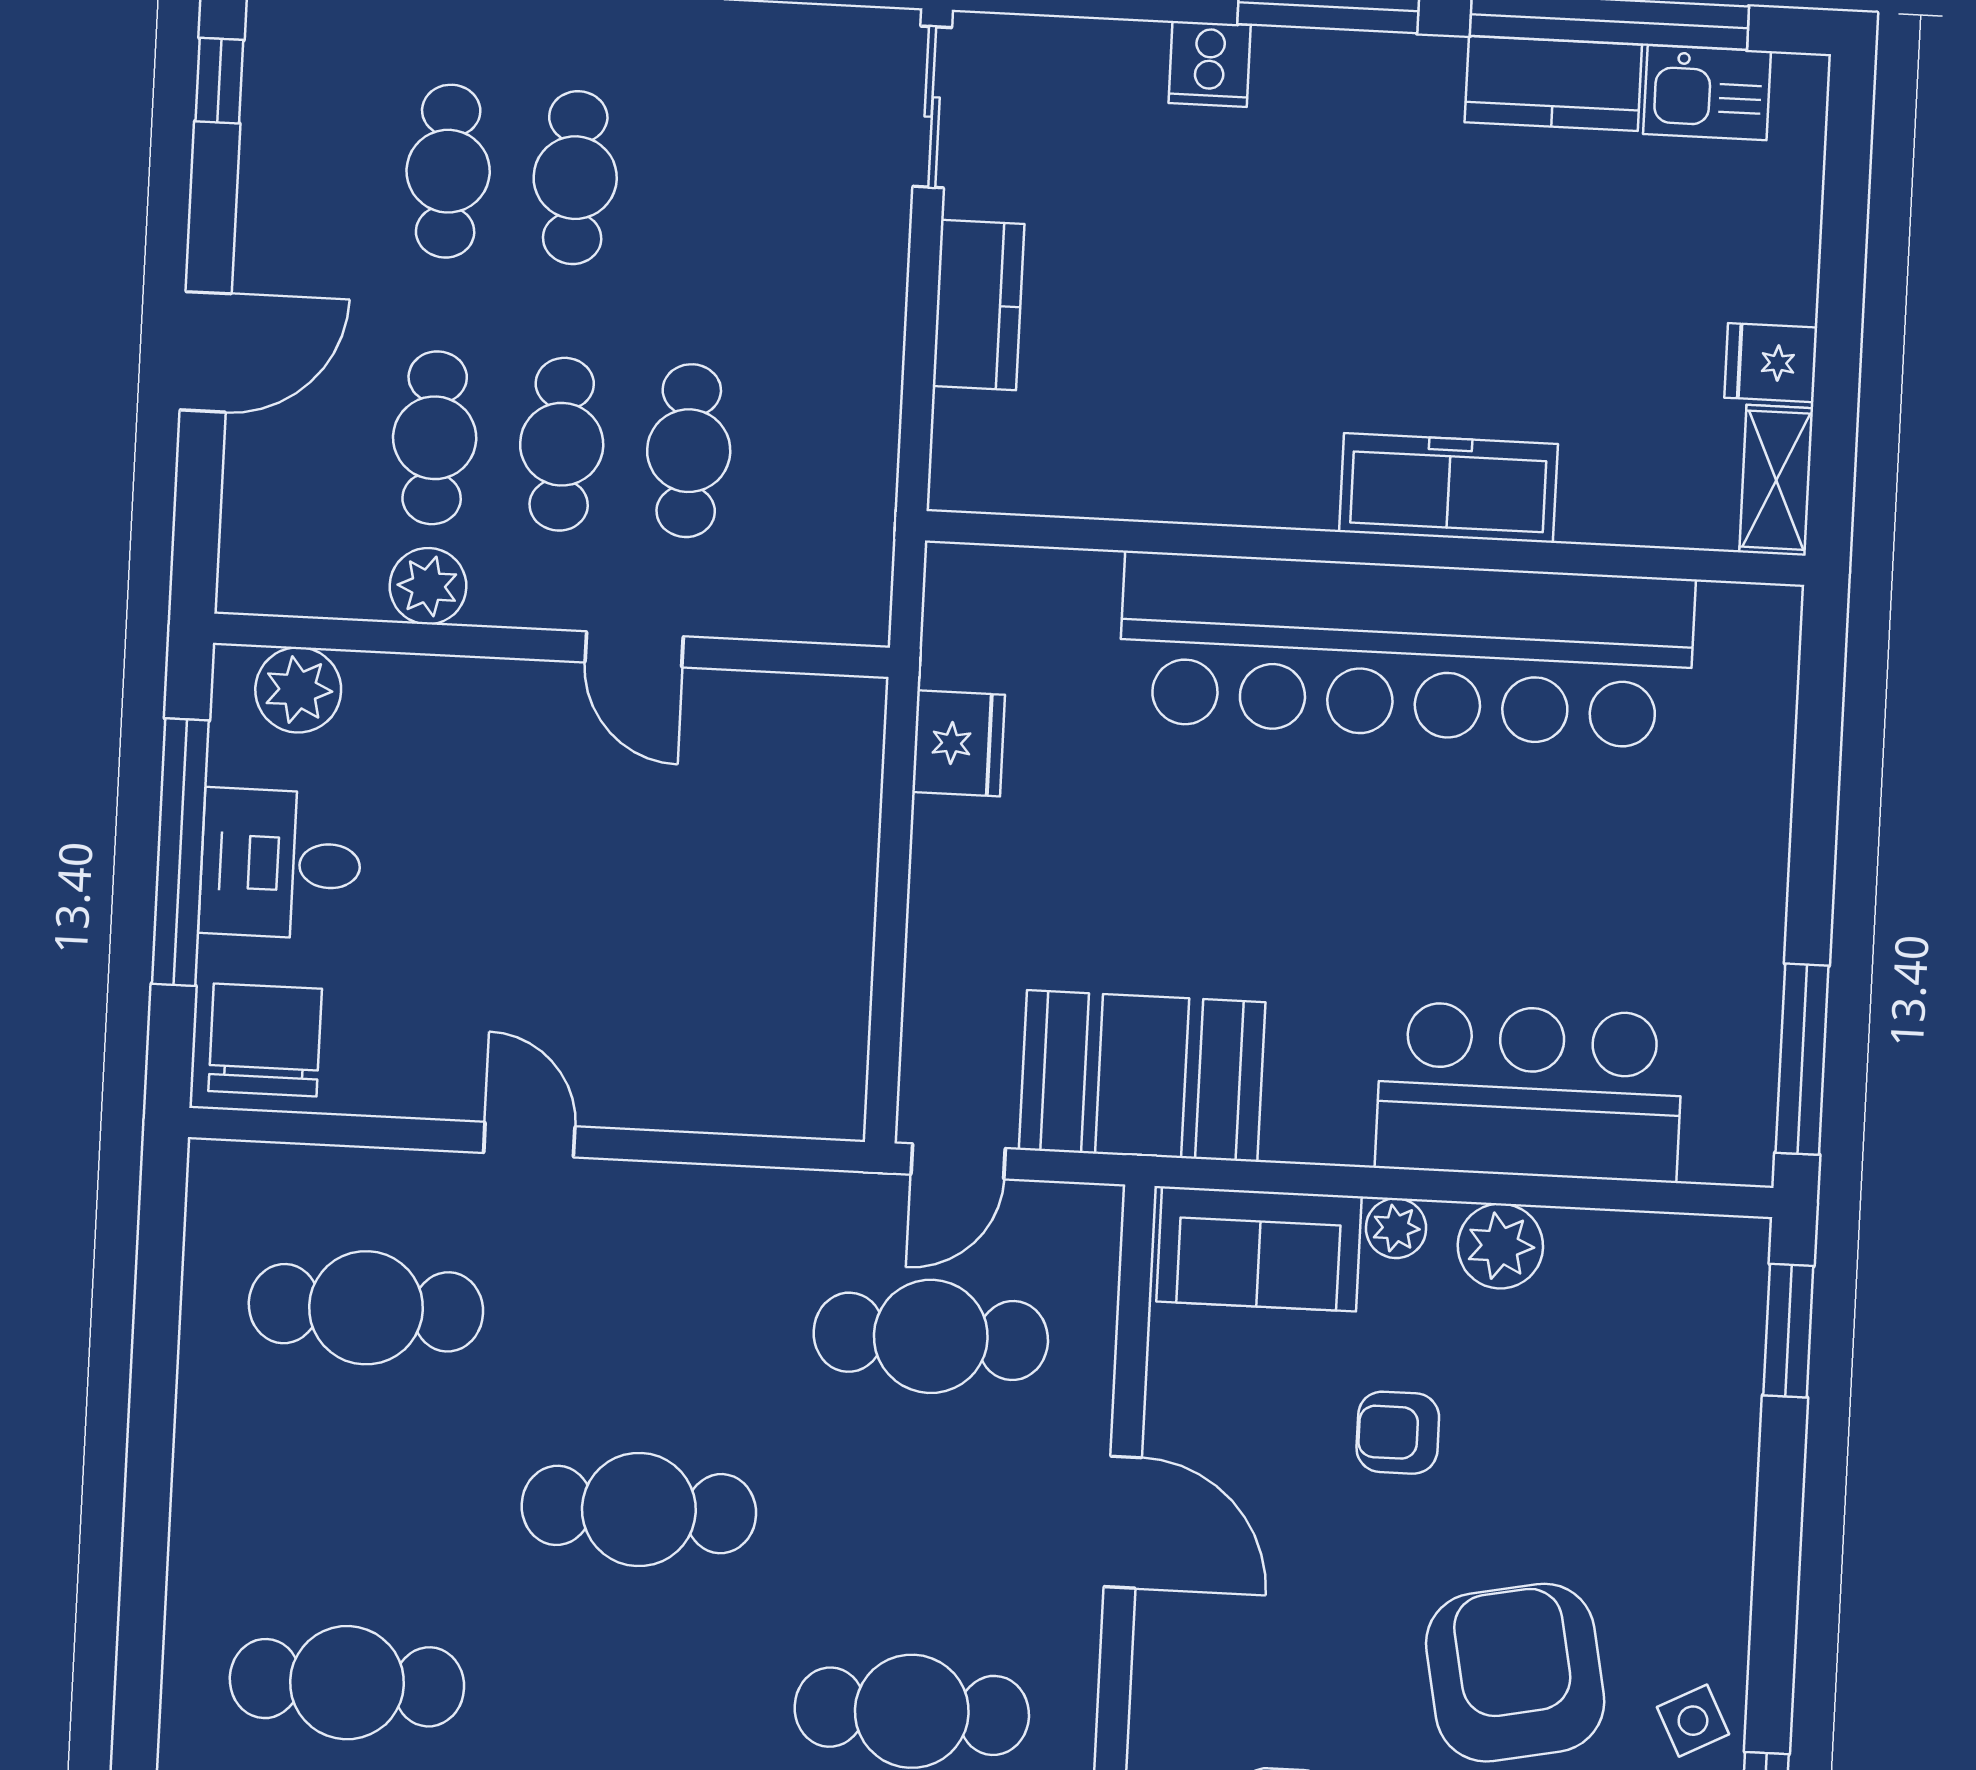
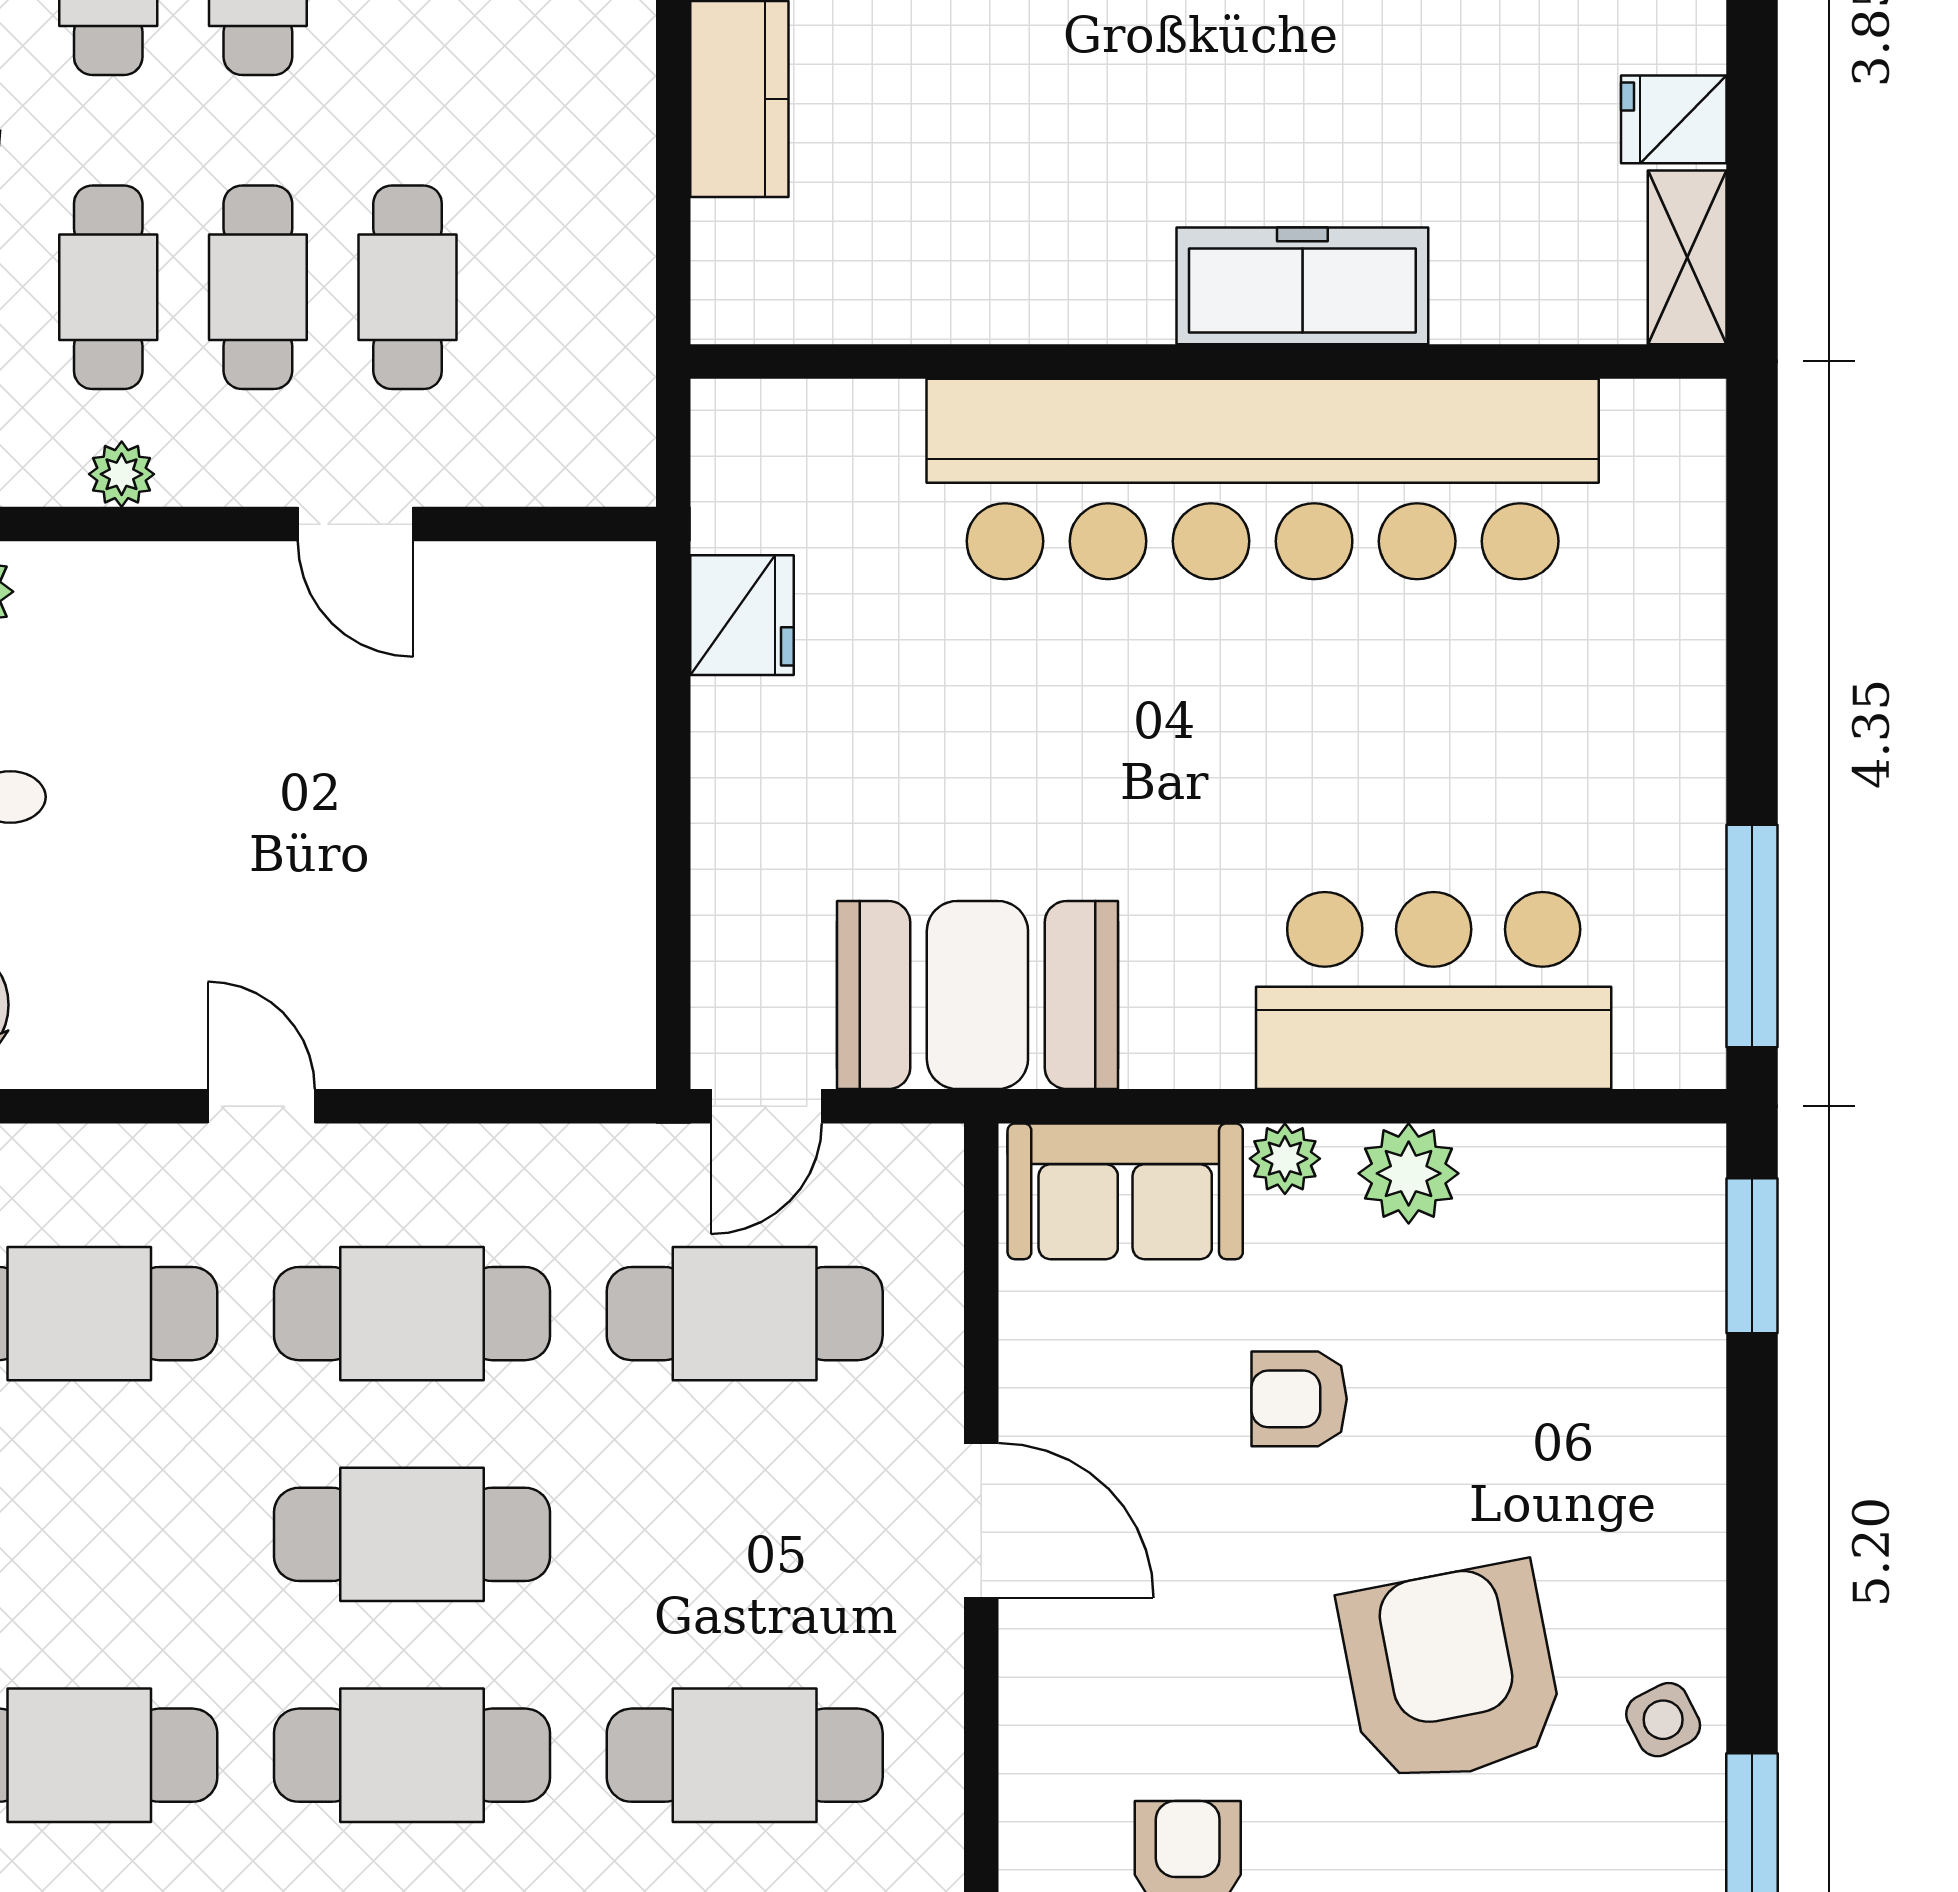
plant: (428, 586) -> (122, 474), width x0.73, depth x0.73
cafe table: (648, 1322) -> (412, 1314), added
cafe table: (629, 1697) -> (412, 1755), added

